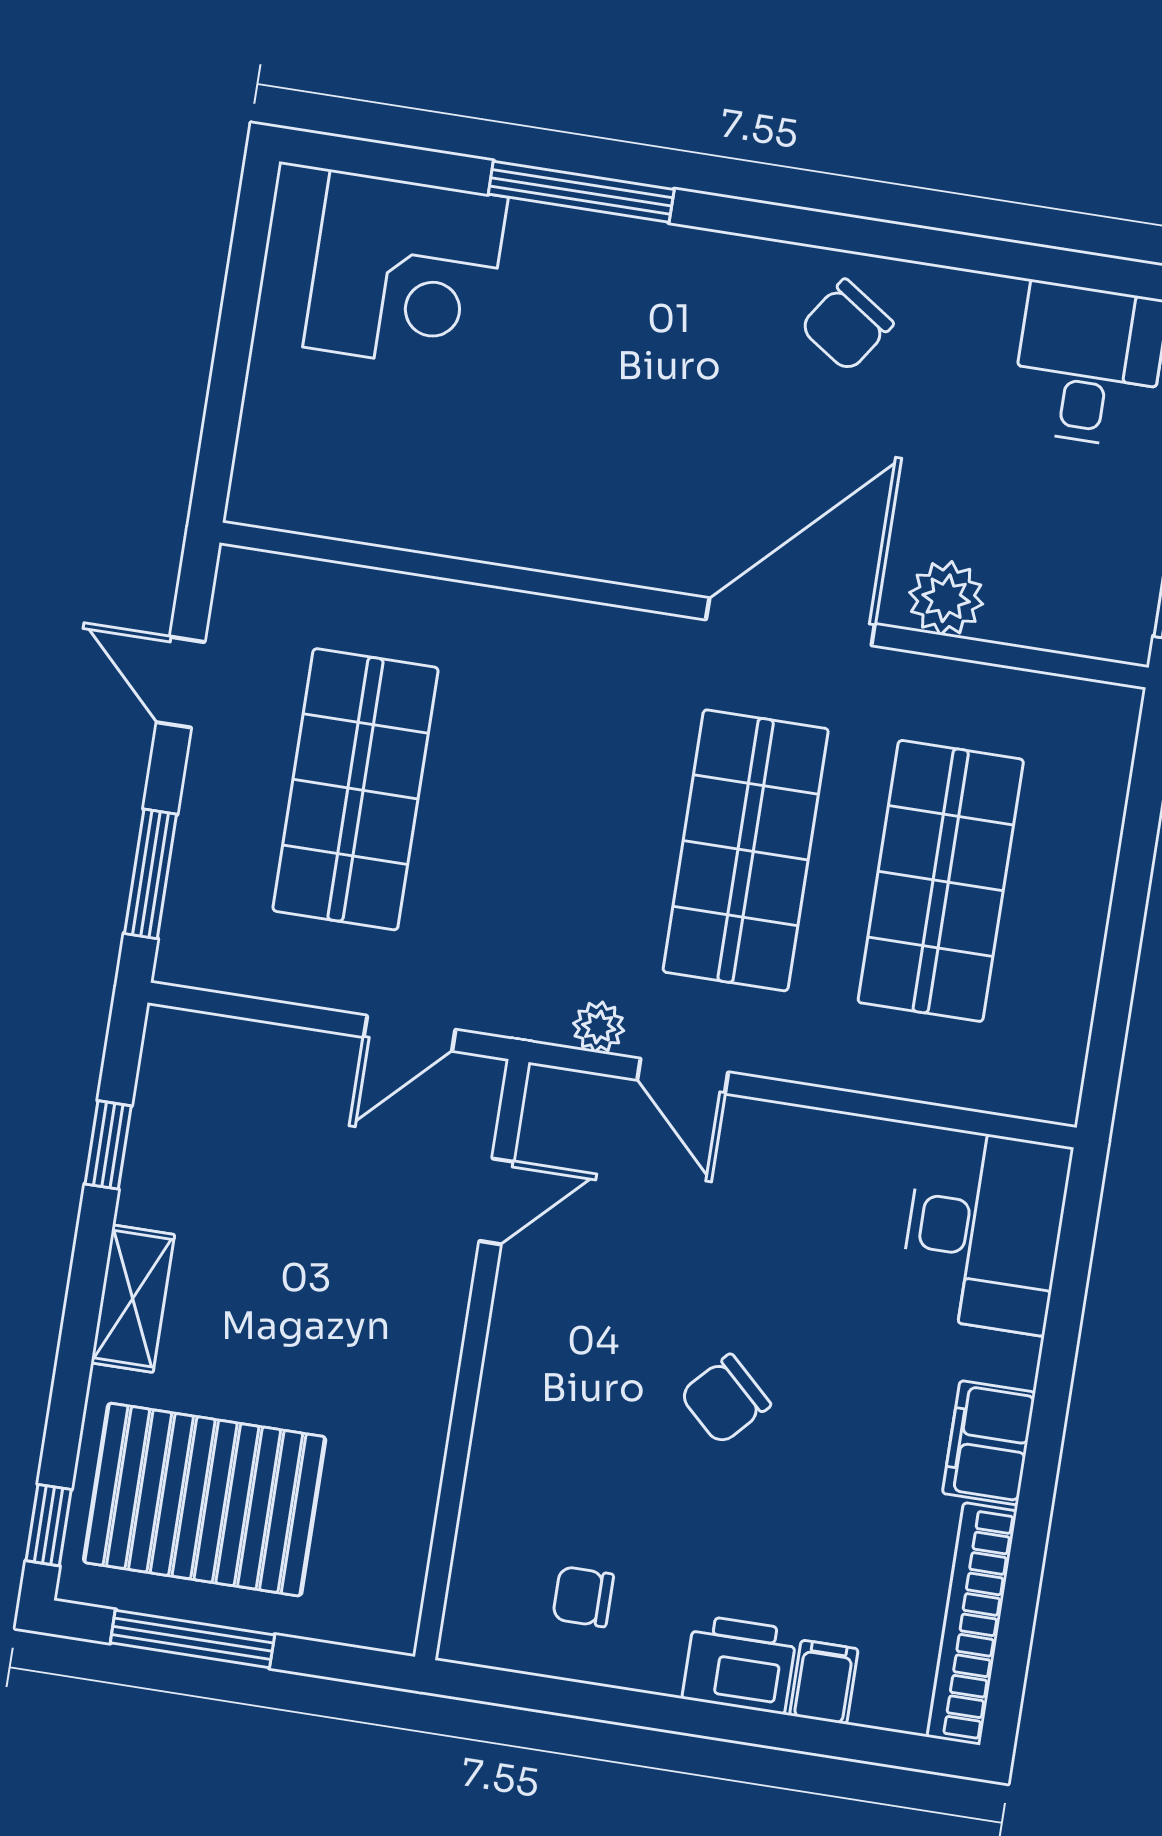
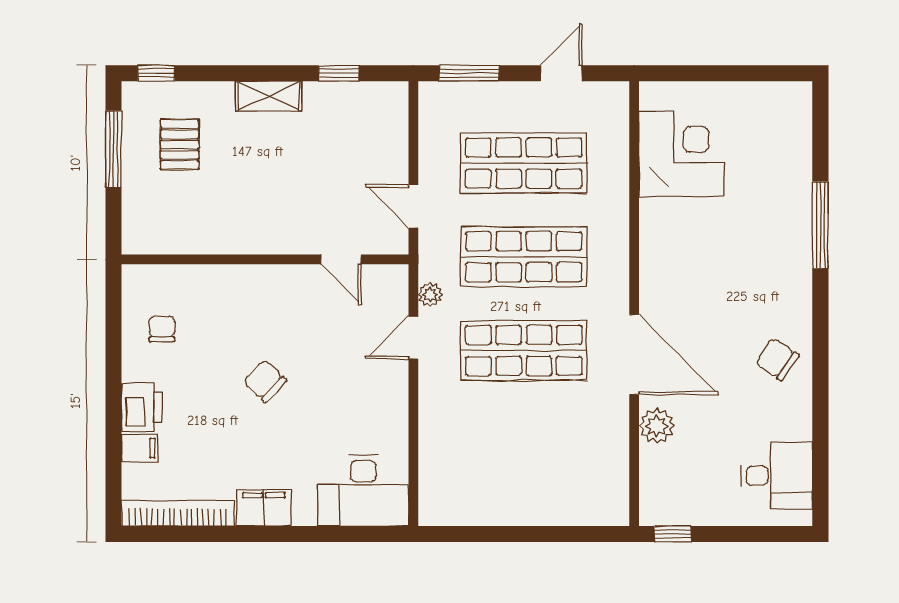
corner desk: (405, 272) -> (682, 154), moved, turned 180
shop shelf: (941, 881) -> (524, 257), moved
pallet: (205, 1500) -> (180, 144), width x0.49, depth x0.50

